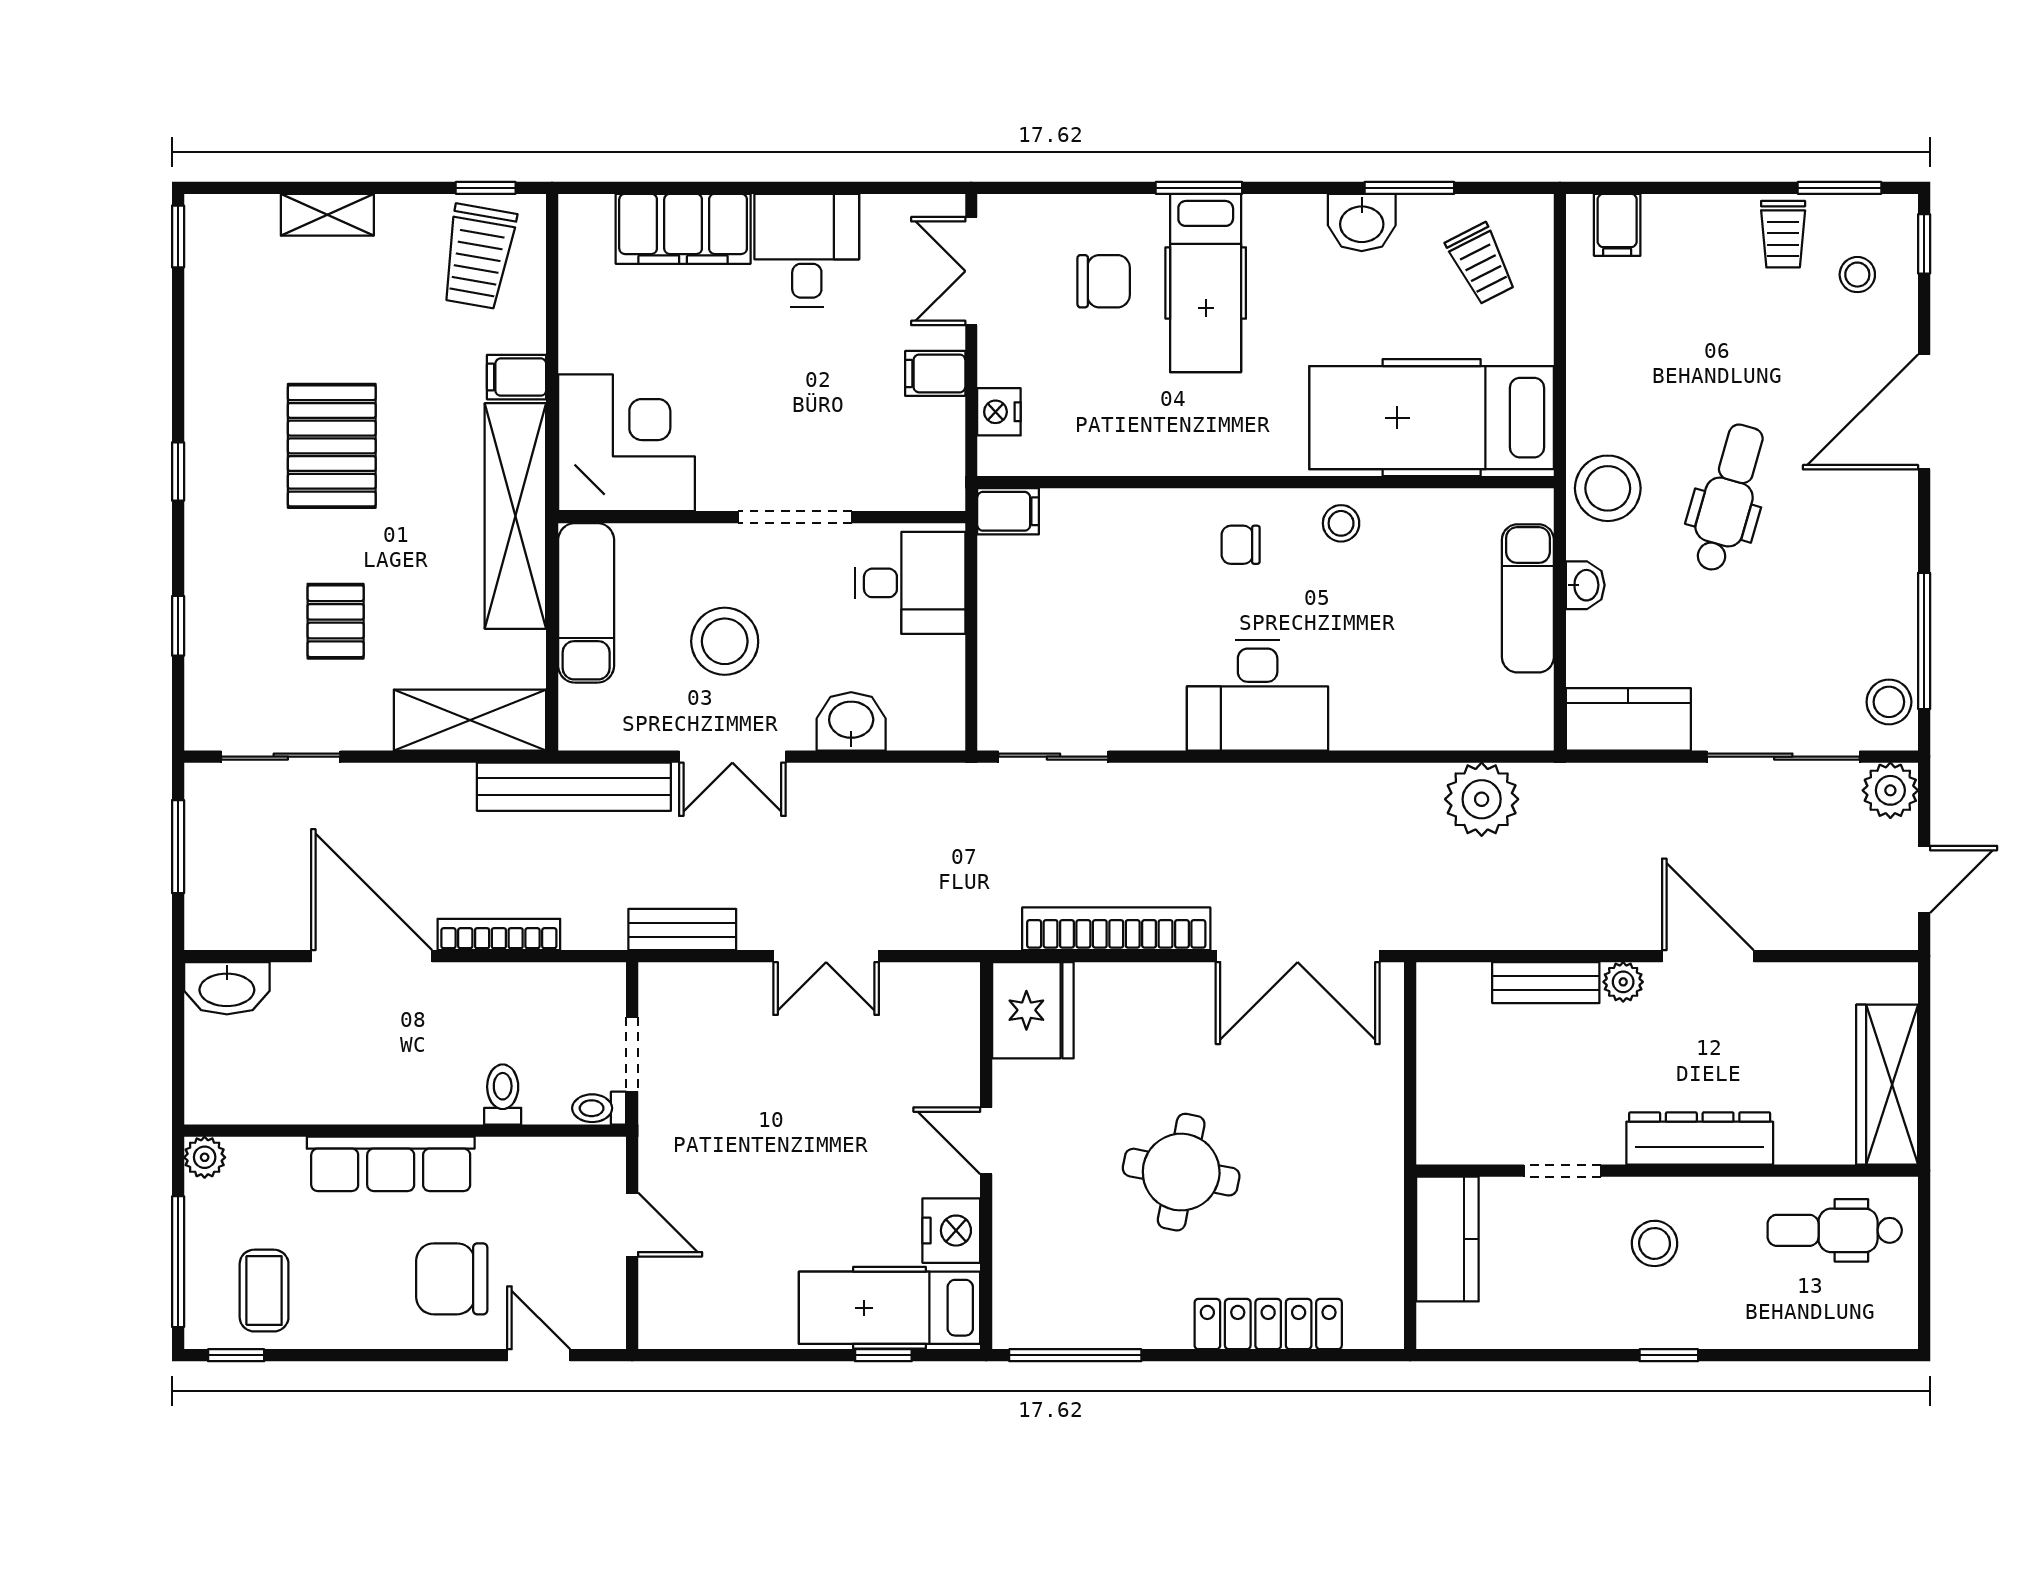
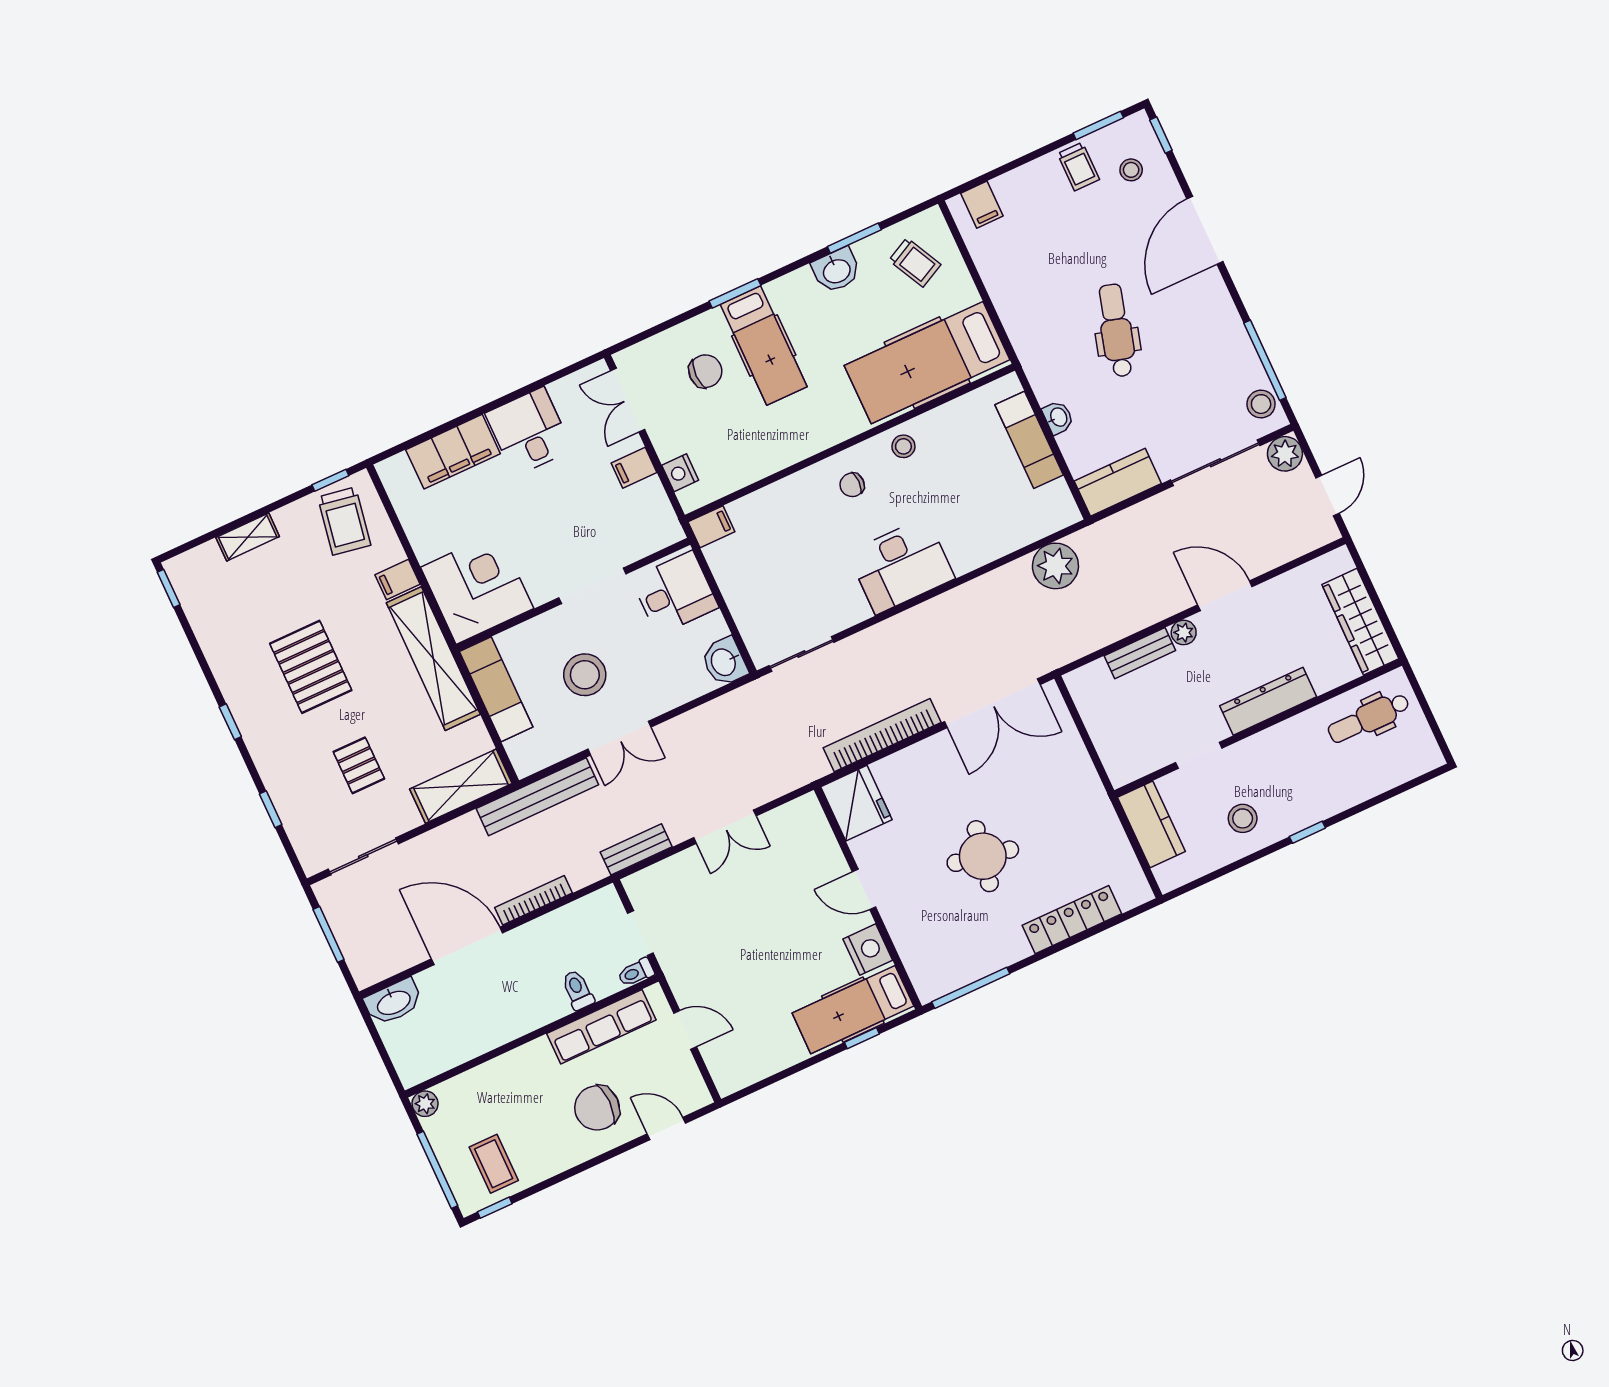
stool: (1608, 488) -> (1046, 357), removed
washbasin: (851, 721) -> (724, 662), moved, turned -90
row of seats: (391, 1164) -> (601, 1027), moved
stool: (1655, 1243) -> (1243, 818), moved

